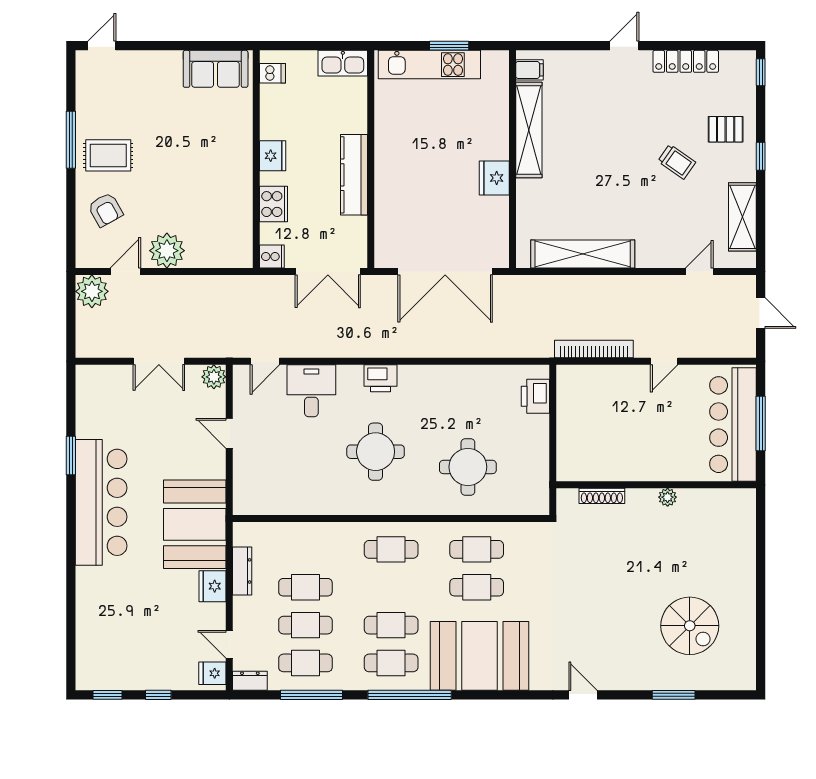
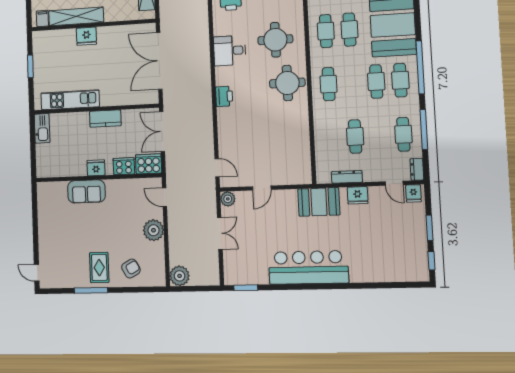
kitchen unit: (429, 65) -> (70, 100), moved, turned -90
sofa: (216, 69) -> (86, 191), moved, turned 90
dishwasher: (272, 73) -> (49, 170), removed
kitchen counter: (354, 175) -> (105, 119), width x0.67
fridge: (494, 178) -> (86, 36), moved
cooker: (272, 257) -> (149, 164), width x1.87, depth x1.31
door: (125, 271) -> (165, 197), moved
double door: (328, 271) -> (162, 132), swing flipped
double door: (445, 271) -> (159, 61), swing flipped
desk: (311, 391) -> (230, 51), moved
round table: (376, 452) -> (287, 83), moved
window: (71, 455) -> (246, 288), moved
booth: (195, 524) -> (319, 202), width x0.73, depth x0.70
cafe table: (305, 625) -> (379, 135), removed
door: (229, 644) -> (394, 183), hinge flipped
window: (158, 695) -> (429, 228), width x1.50

